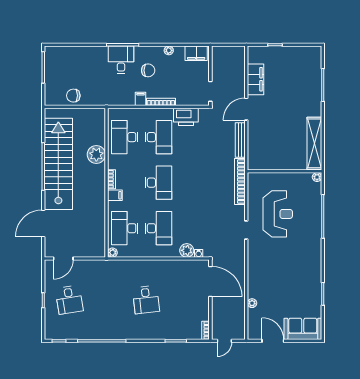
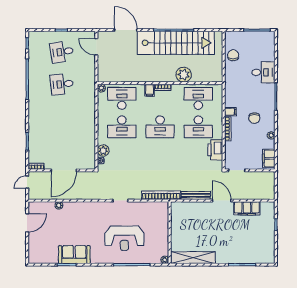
desk: (121, 60) -> (263, 72), moved
reception desk: (278, 214) -> (124, 238), moved
door: (210, 282) -> (64, 170), moved
desk: (146, 300) -> (62, 84), moved
sofa: (303, 329) -> (74, 255), moved, turned -90
door: (224, 341) -> (27, 182), hinge flipped

